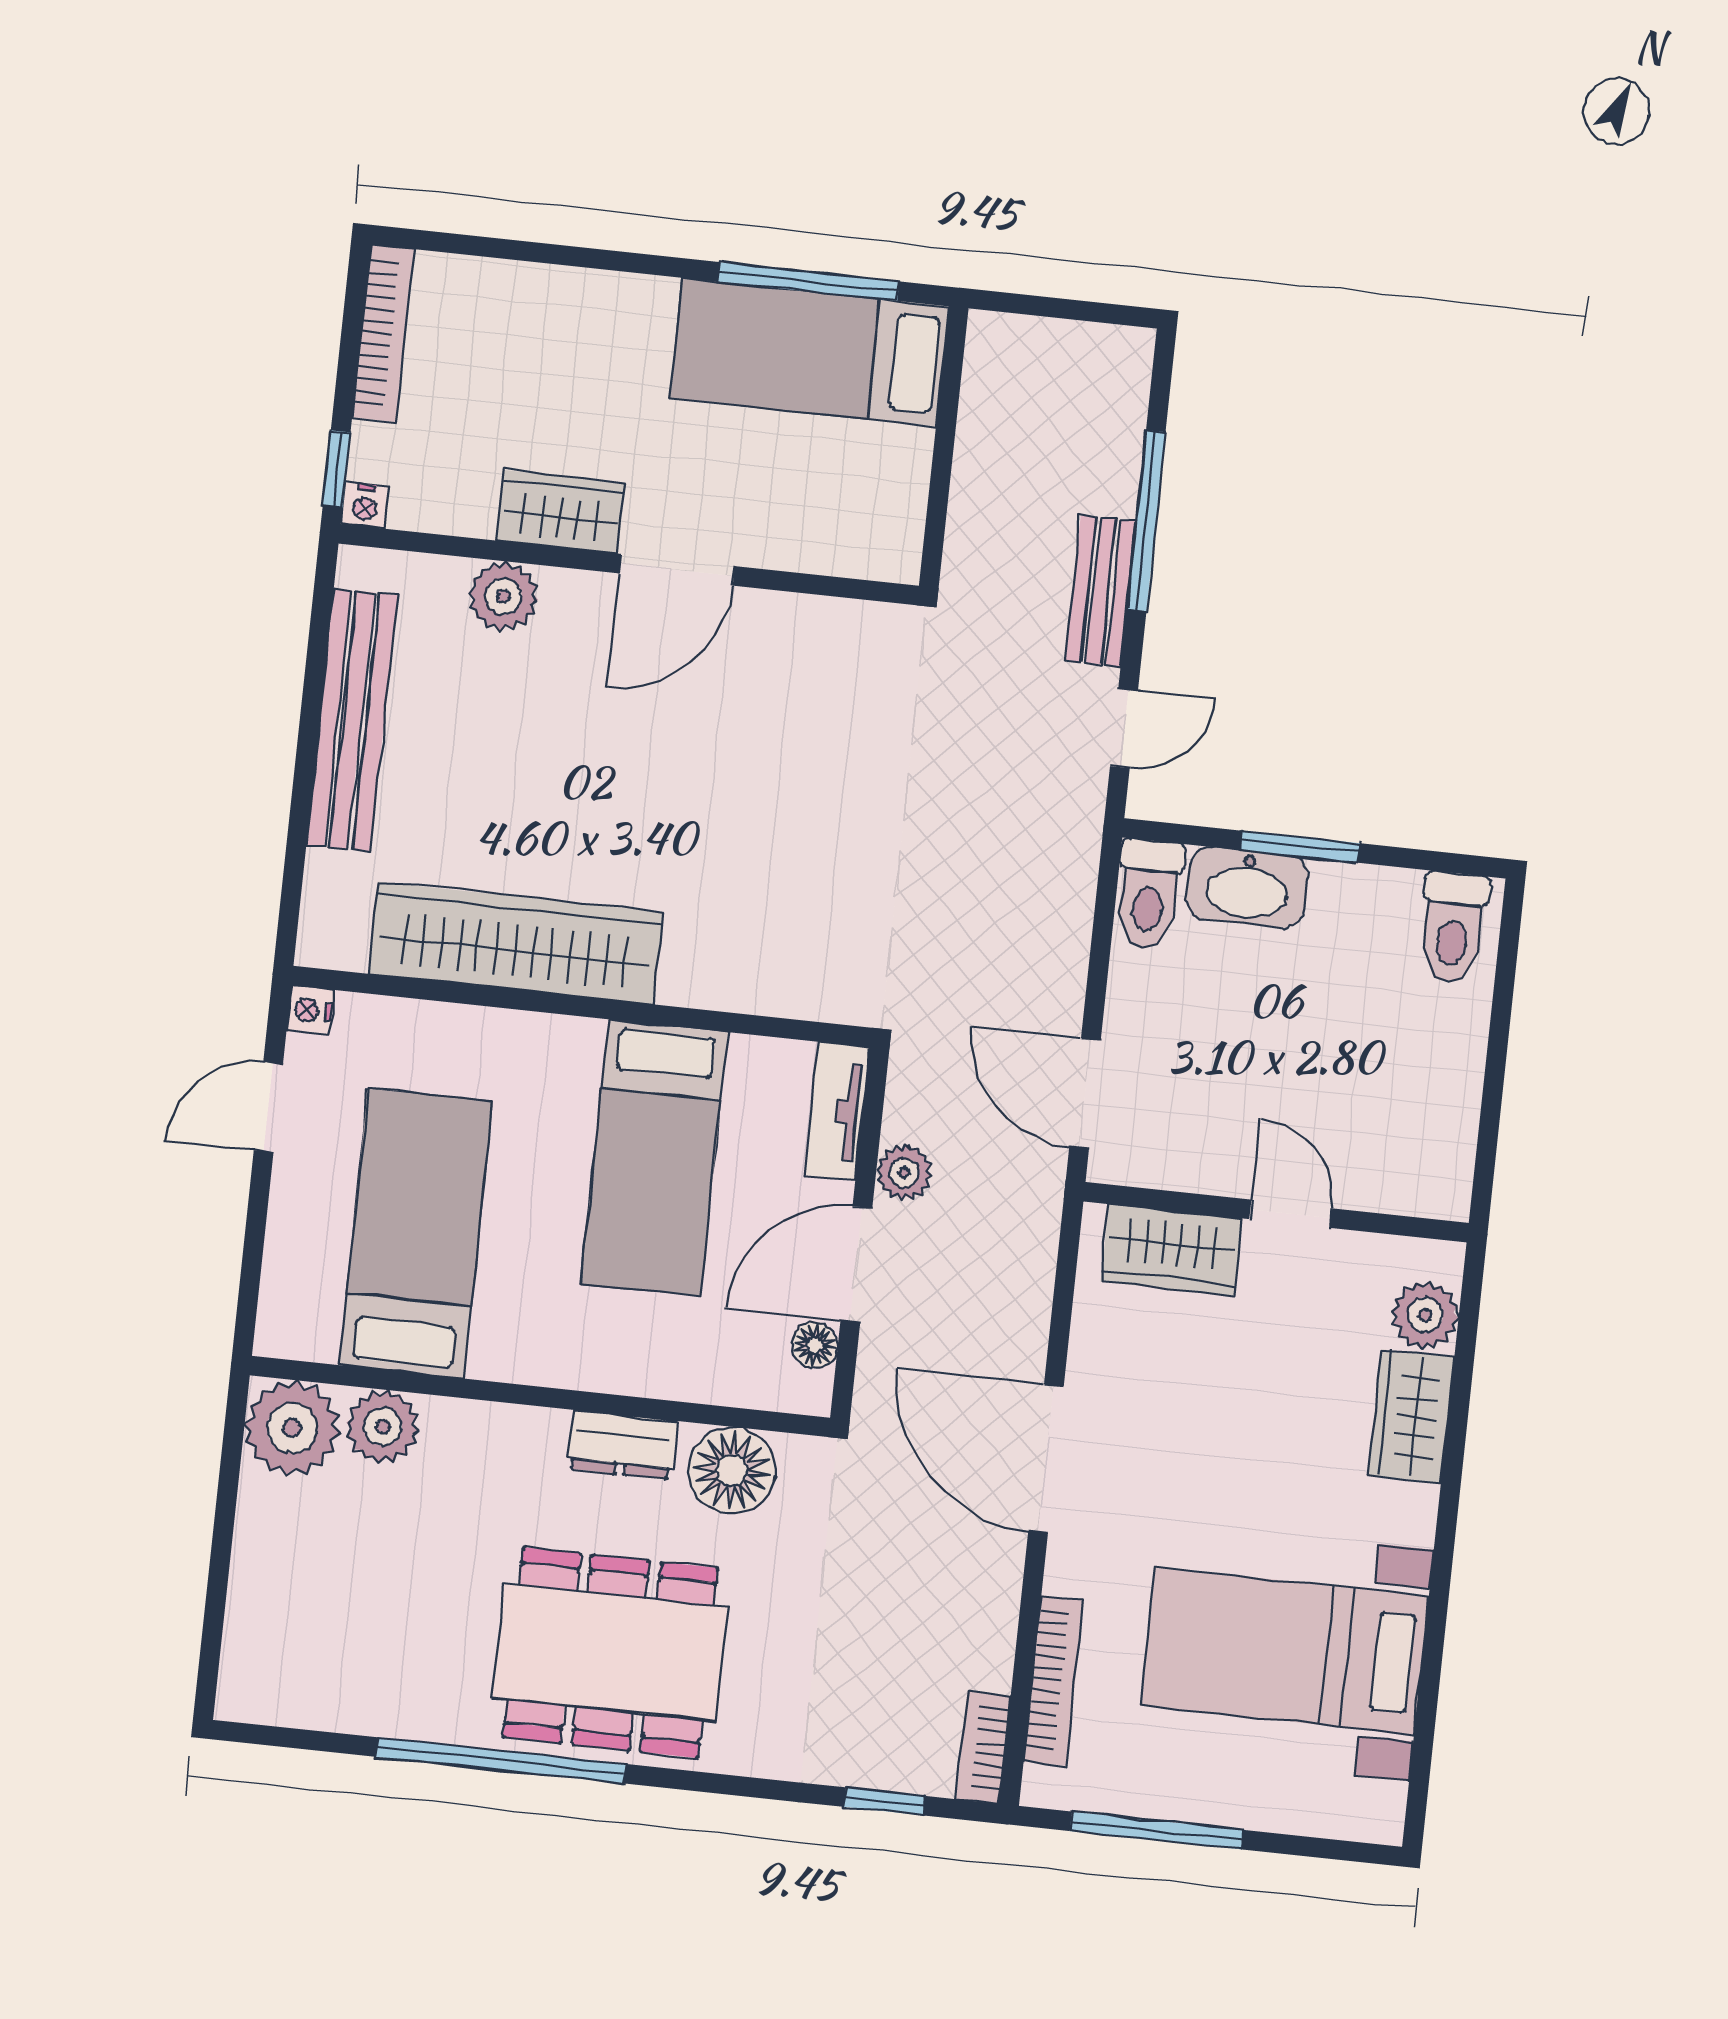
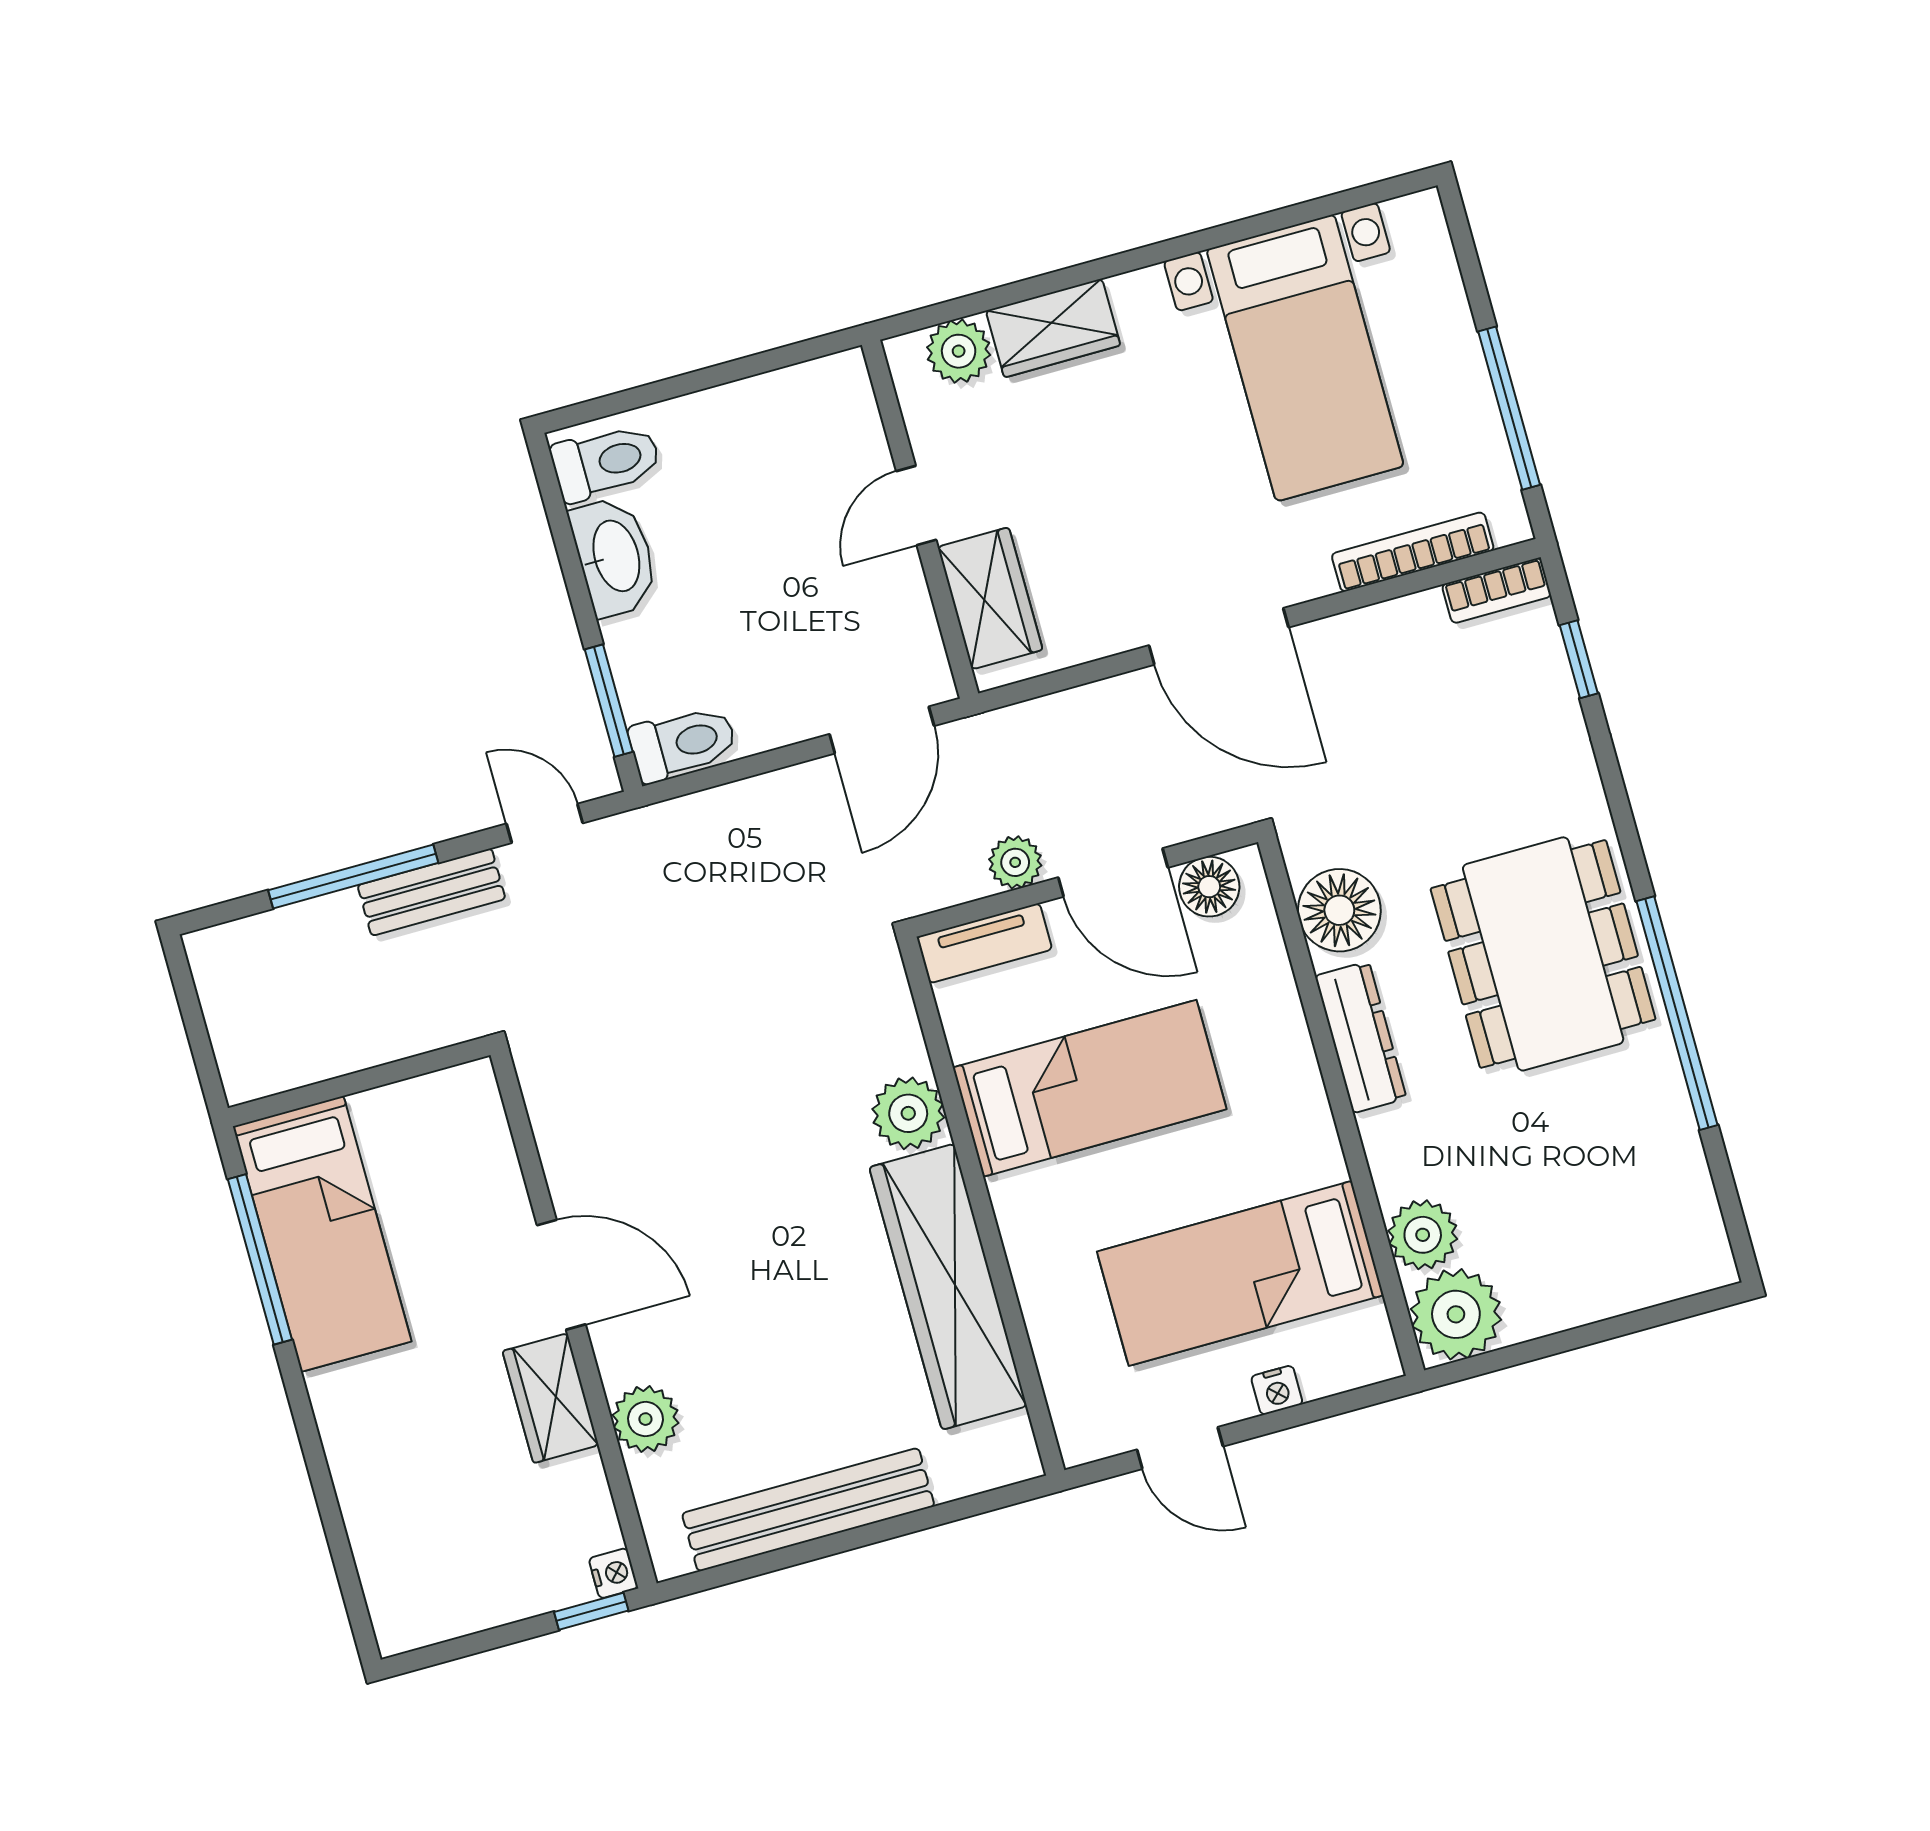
bookcase: (383, 333) -> (455, 1617), removed
window: (1300, 847) -> (609, 701), moved
washbasin: (1247, 888) -> (614, 556), moved
plant: (700, 971) -> (908, 1113), added
nightstand: (310, 1010) -> (1277, 1390), moved
floor lamp: (815, 1345) -> (1209, 887), width x1.37, depth x1.37
dresser: (622, 1445) -> (1361, 1037), width x1.44
door: (1046, 1459) -> (1219, 636), hinge flipped

